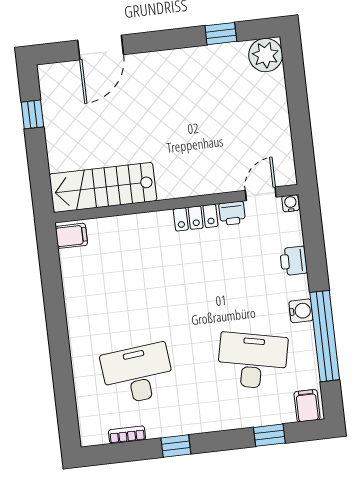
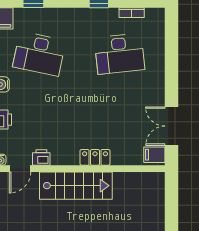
stairs: (103, 187) -> (76, 186), moved
locker: (196, 218) -> (95, 157), moved
double door: (52, 279) -> (172, 126), added

